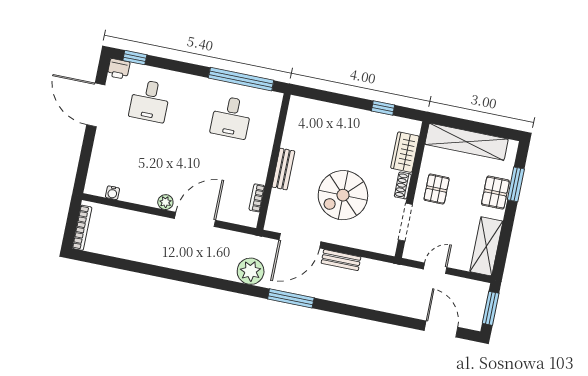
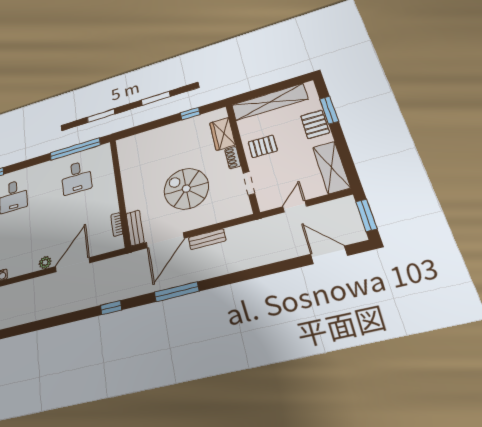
bench: (283, 169) -> (135, 228), moved
pallet: (437, 189) -> (263, 146), turned 90
spiral stairs: (343, 195) -> (186, 189), turned 90
doorway: (405, 222) -> (249, 183), width x0.73
plant: (251, 271) -> (133, 285), removed
window: (221, 284) -> (111, 308), added

